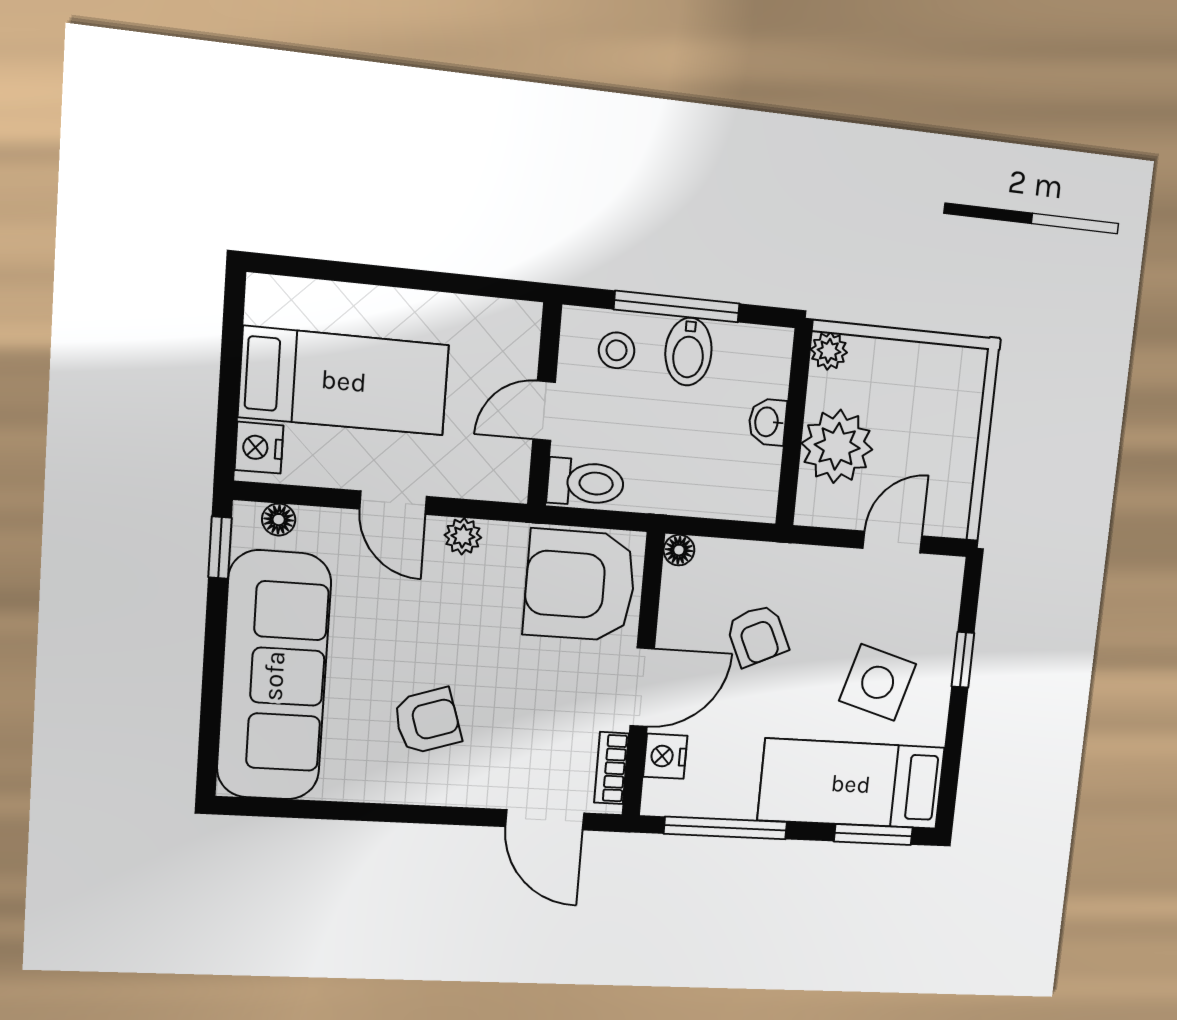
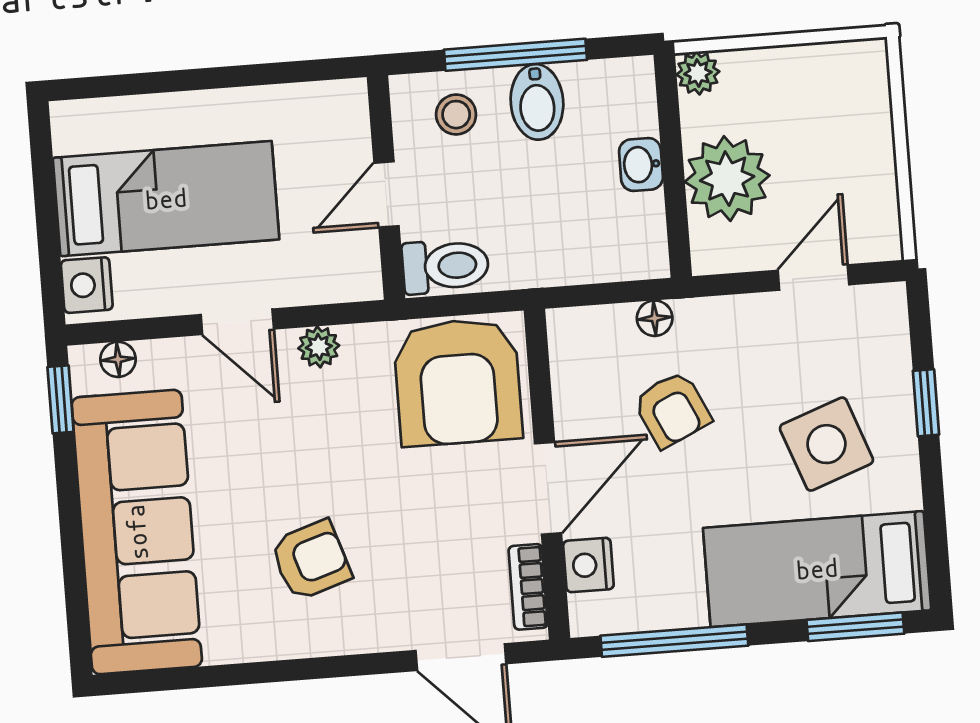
floor lamp: (679, 550) -> (655, 318), moved
armchair: (580, 585) -> (458, 382), turned -90
side table: (878, 682) -> (826, 444), turned -36

